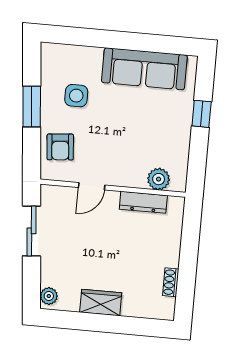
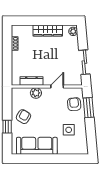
window: (32, 106) -> (88, 108), moved
armchair: (166, 131) -> (23, 117), added
plant: (159, 179) -> (36, 93), moved
wardrobe: (101, 303) -> (48, 31), width x1.50

